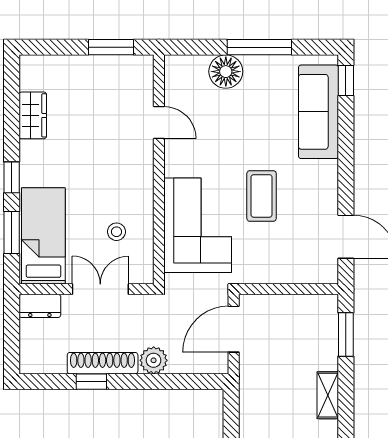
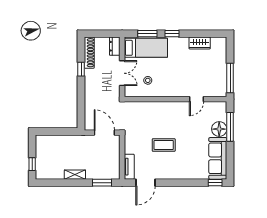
window: (111, 47) -> (230, 78), width x1.44
window: (259, 47) -> (230, 127), moved
sofa: (318, 112) -> (218, 158), moved, turned -90
corner sofa: (198, 225) -> (151, 117), removed
tv unit: (310, 273) -> (129, 167), added
plant: (154, 360) -> (90, 97), removed
shoe rack: (103, 363) -> (89, 53), moved

